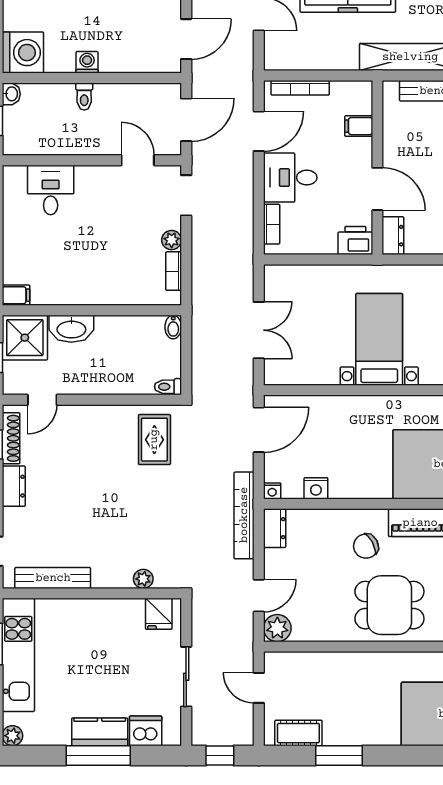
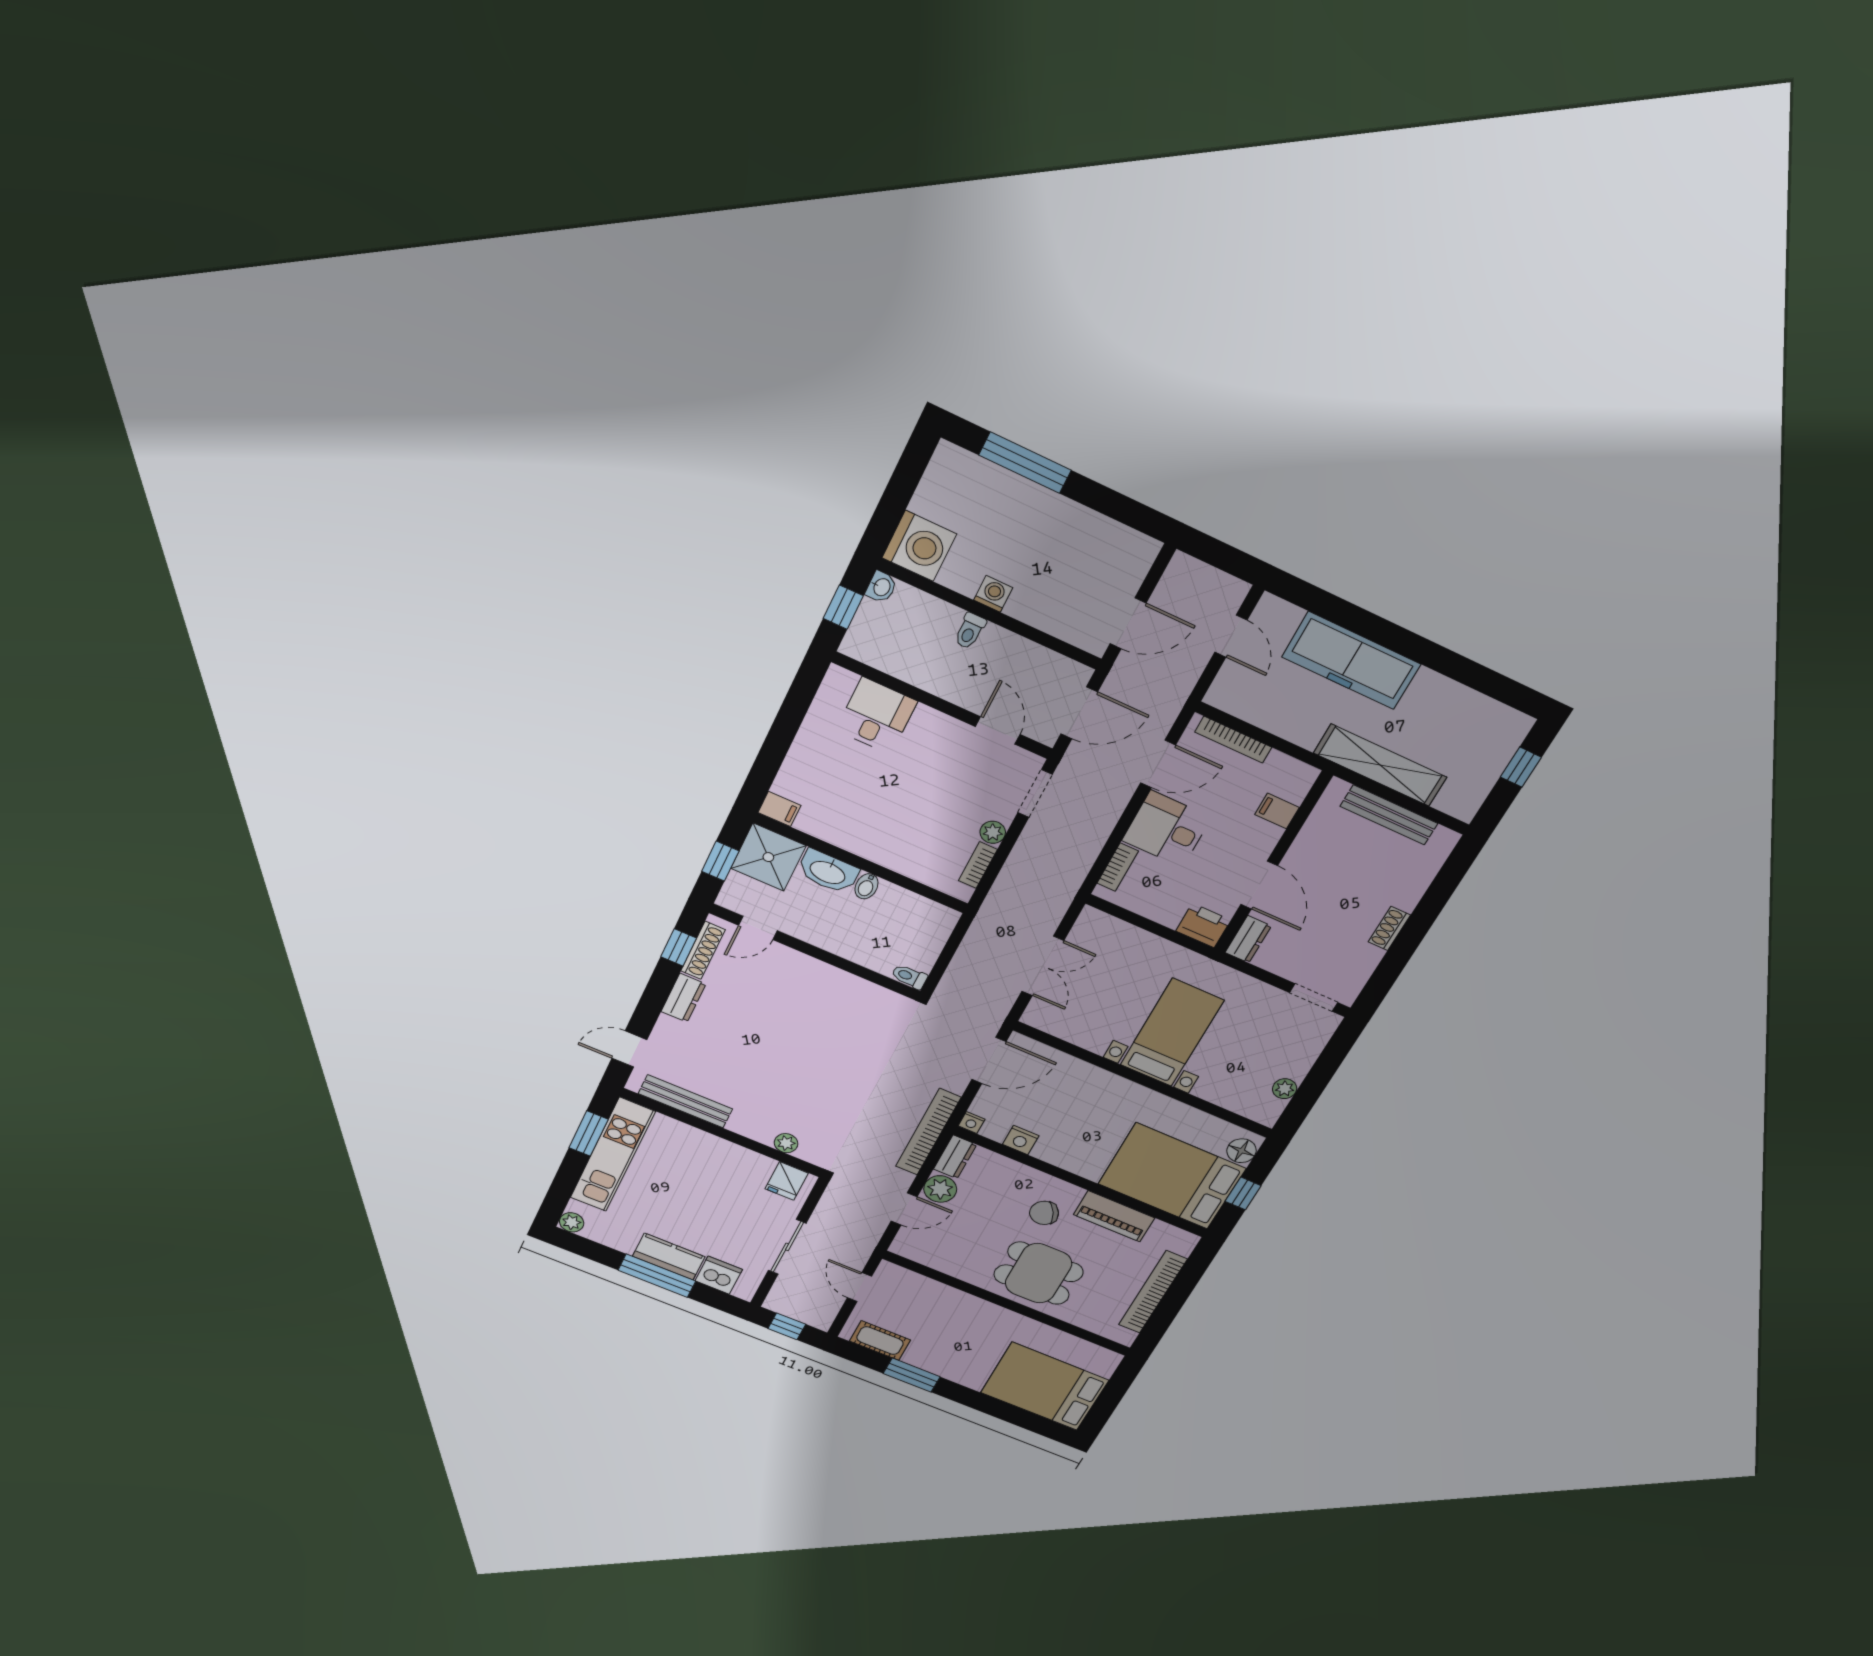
bidet: (173, 327) -> (866, 886), moved
rug: (154, 440) -> (867, 1021), removed
plant: (277, 628) -> (940, 1189), moved

